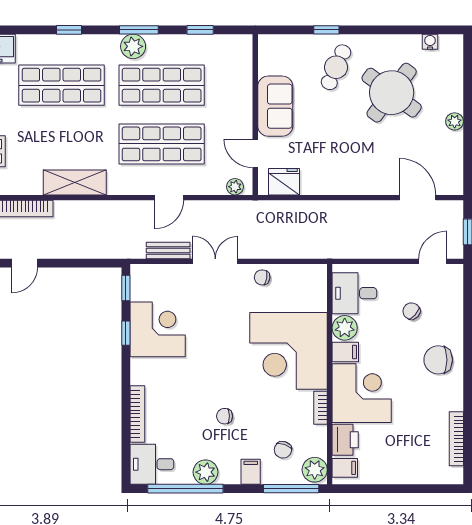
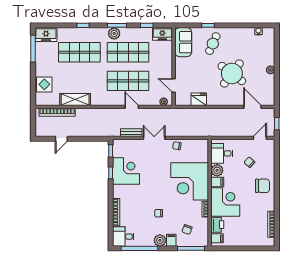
freezer: (232, 47) -> (162, 34), added
round table: (392, 93) -> (232, 74), moved
sofa: (275, 106) -> (183, 42), moved
shelving: (75, 182) -> (75, 100), moved
fridge: (284, 182) -> (199, 99), moved
door: (169, 198) -> (132, 107), swing flipped
chair: (438, 360) -> (262, 186), turned 180
plant: (315, 470) -> (202, 239), removed
plant: (205, 472) -> (160, 240), moved

